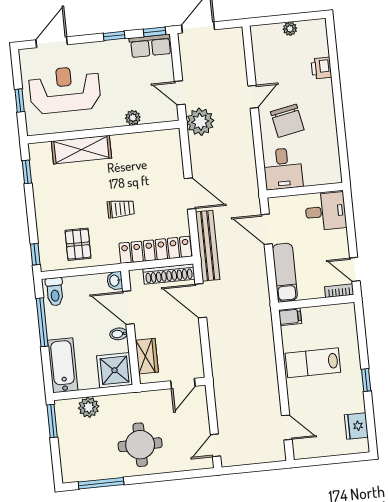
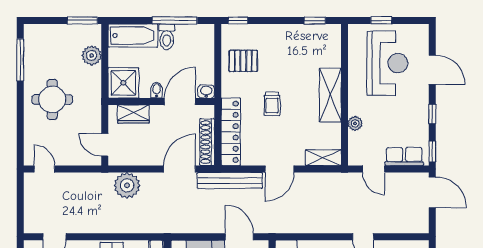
door: (52, 42) -> (432, 70), moved
row of seats: (150, 46) -> (404, 157), moved, turned 90
door: (180, 93) -> (373, 169), swing flipped
plant: (200, 122) -> (127, 185), moved
shelving: (173, 148) -> (323, 158), added
shelving: (81, 150) -> (330, 95), moved
door: (267, 229) -> (239, 237), hinge flipped
toilet: (55, 292) -> (167, 37), moved, turned -90

